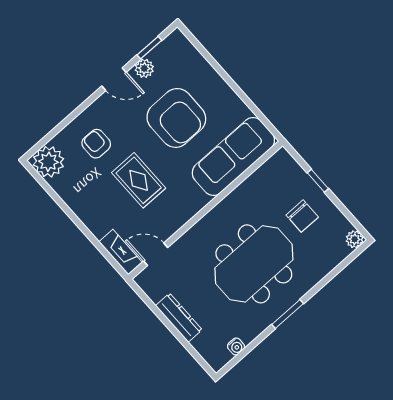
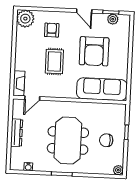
plant: (144, 68) -> (113, 19), moved
chair: (302, 216) -> (106, 140), turned 90
door: (156, 254) -> (32, 98), swing flipped
meeting table: (254, 264) -> (68, 140), turned 90

